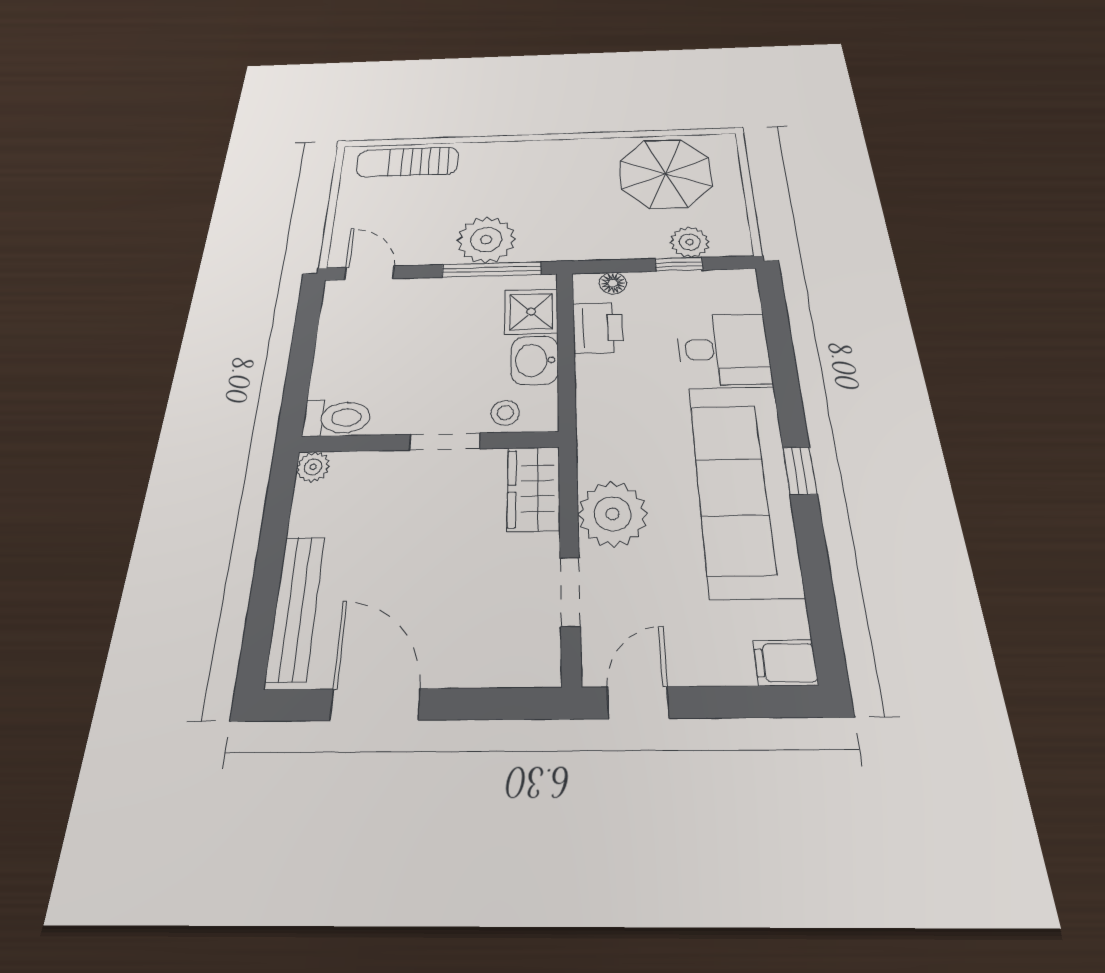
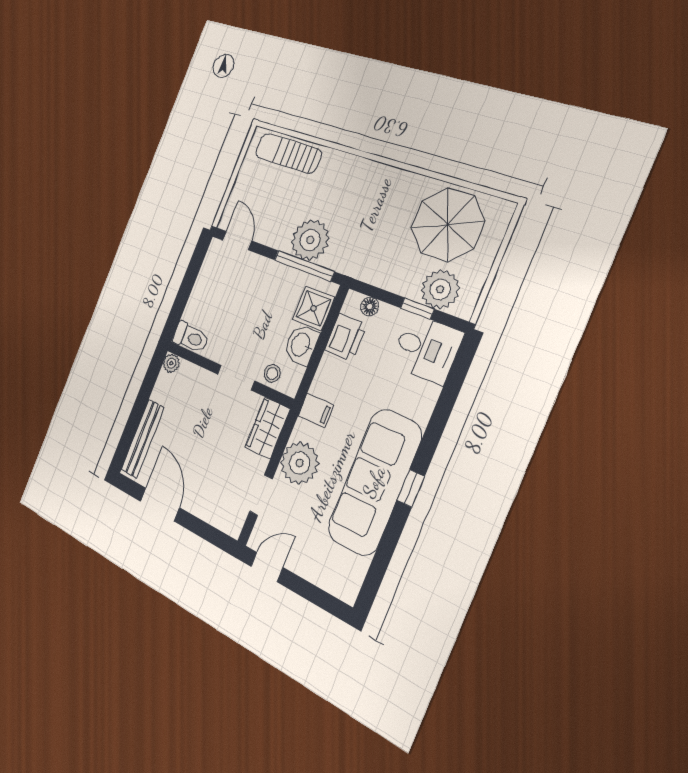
plant: (690, 242) -> (440, 289), width x1.36, depth x1.36
desk: (724, 349) -> (426, 349), moved
filing cabinet: (786, 663) -> (316, 410), moved, turned 180

